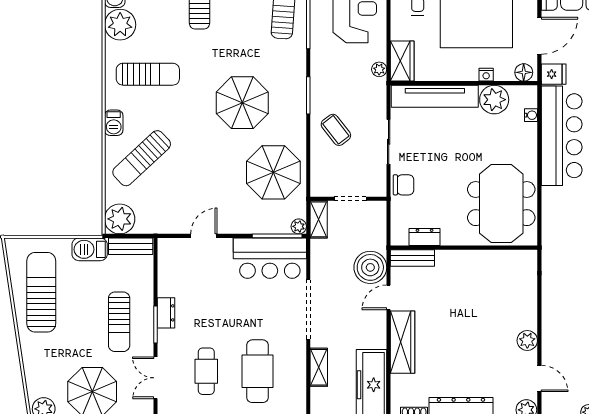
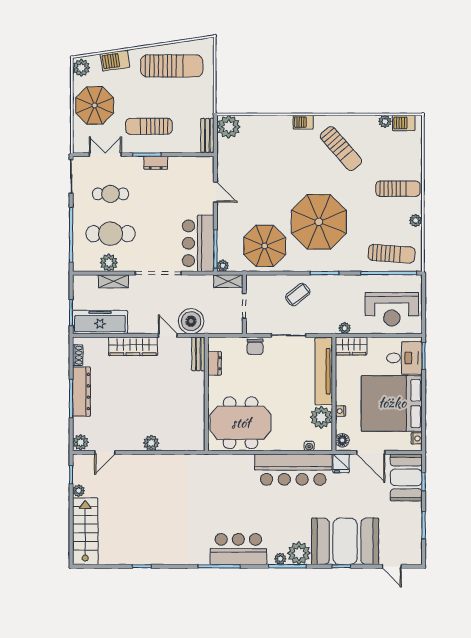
plant: (120, 25) -> (385, 121), width x0.53, depth x0.53
sun lounger: (148, 74) -> (341, 149), turned -41
parasol: (242, 103) -> (319, 222), width x1.36, depth x1.36
sun lounger: (142, 158) -> (276, 144), removed
barbecue: (90, 249) -> (115, 61), moved, turned -98
plant: (527, 341) -> (151, 443), moved
plant: (295, 373) -> (109, 263), added

